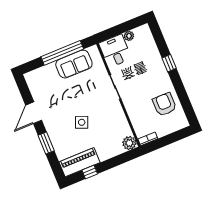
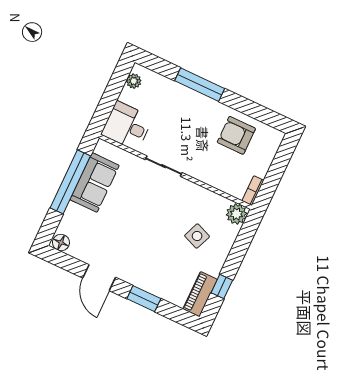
plant: (129, 36) -> (134, 81), moved
window: (169, 63) -> (200, 85), width x2.17
floor lamp: (31, 78) -> (61, 243), added
side table: (82, 122) -> (197, 236), moved
piano: (80, 162) -> (200, 294), width x0.73, depth x0.75

